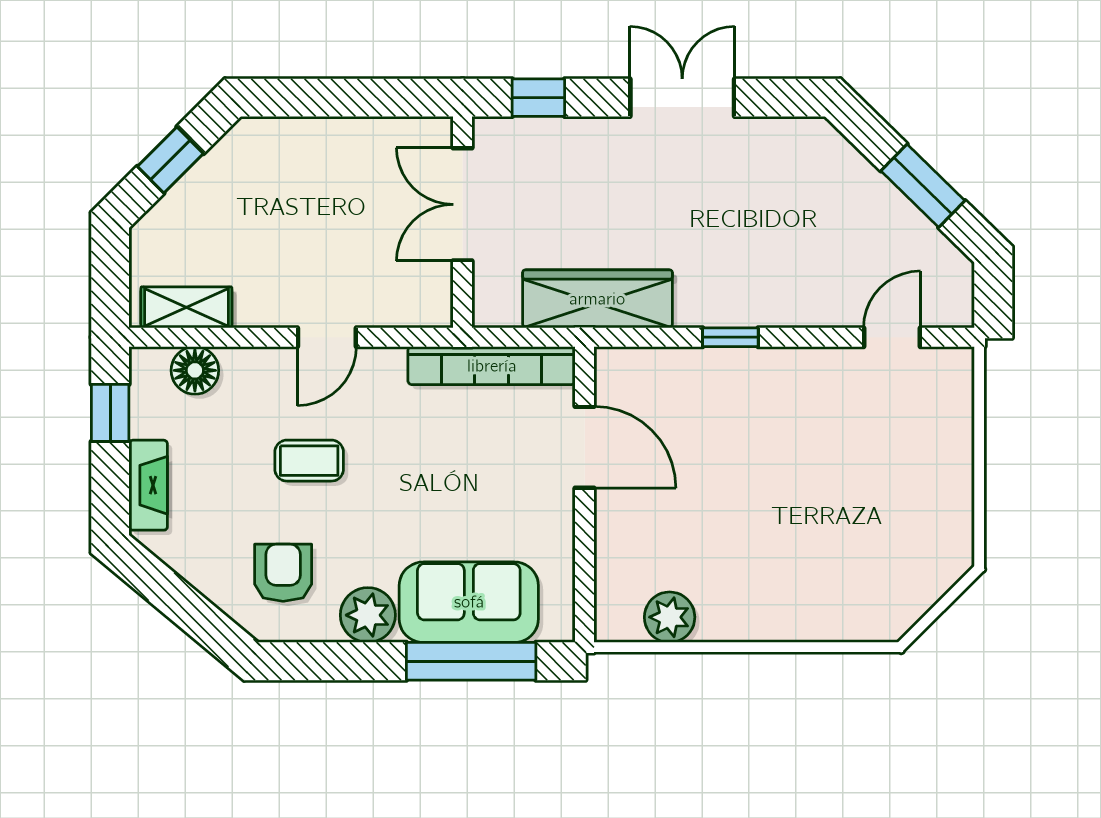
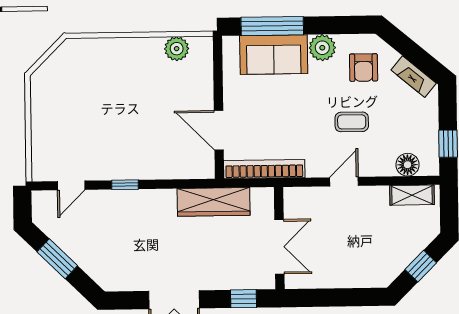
window: (730, 337) -> (125, 185), moved
fireplace: (148, 485) -> (414, 77), moved, turned -50

